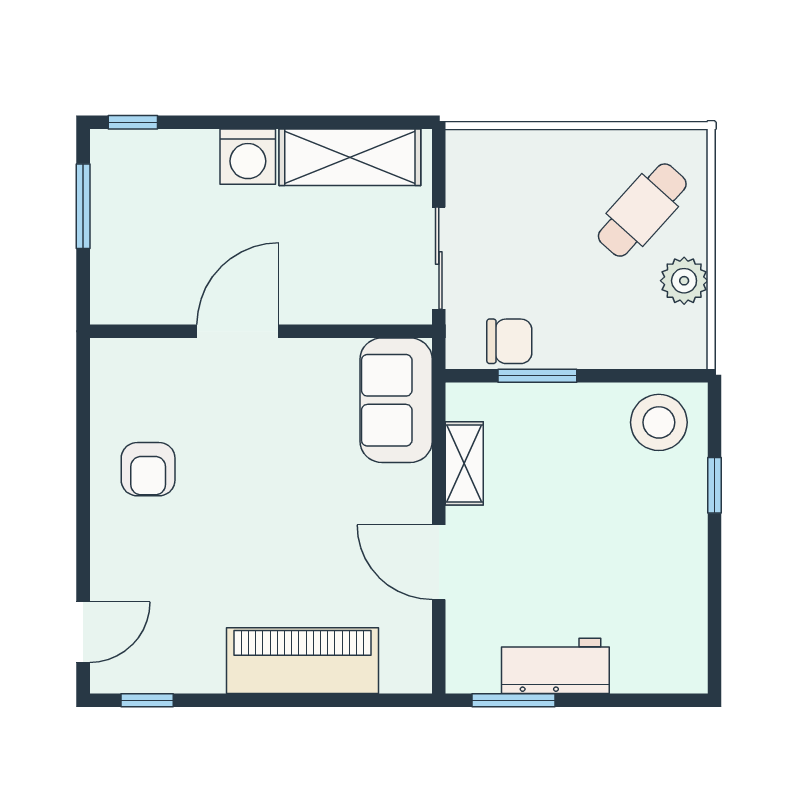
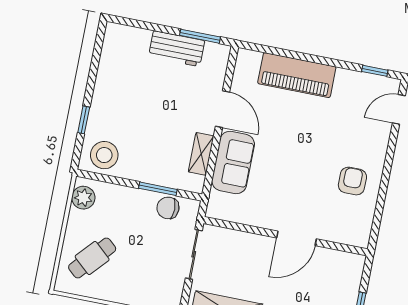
plant: (684, 281) -> (83, 198), moved
sofa: (396, 400) -> (233, 163), moved

